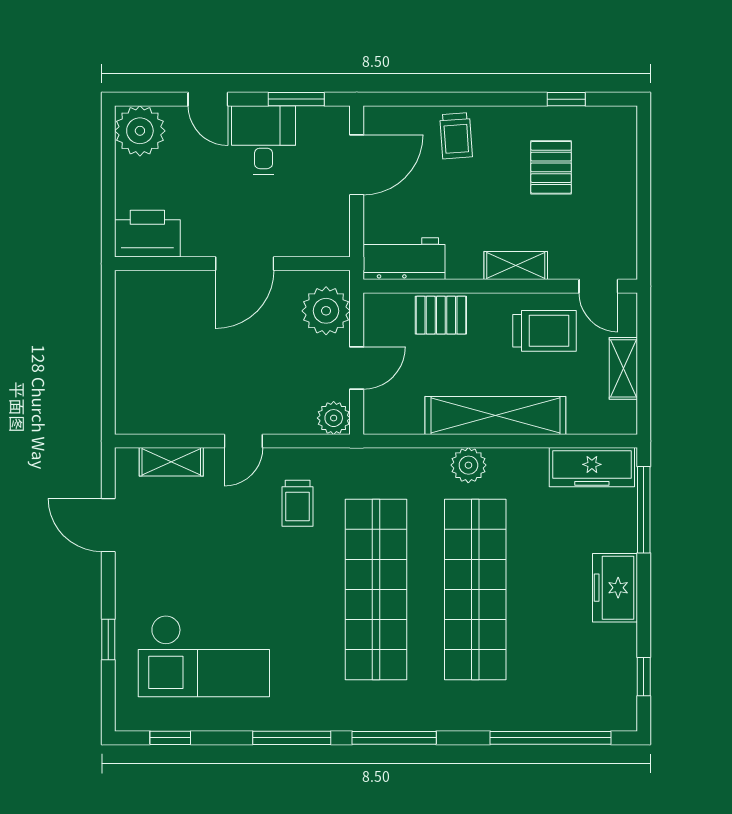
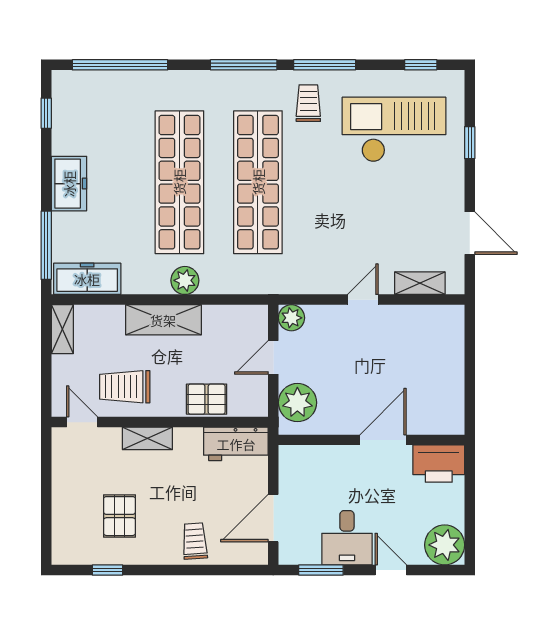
door: (245, 264) -> (383, 440), moved
shelving: (623, 368) -> (62, 329), moved
shelving: (495, 415) -> (163, 320), width x0.68
trolley: (298, 503) -> (308, 103), moved

